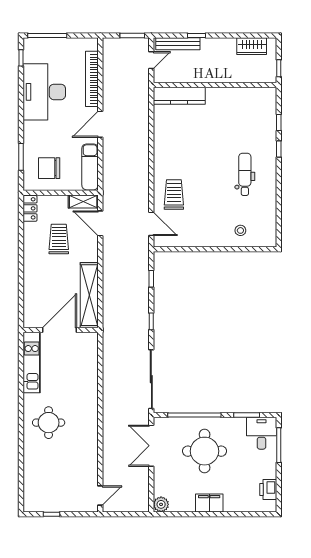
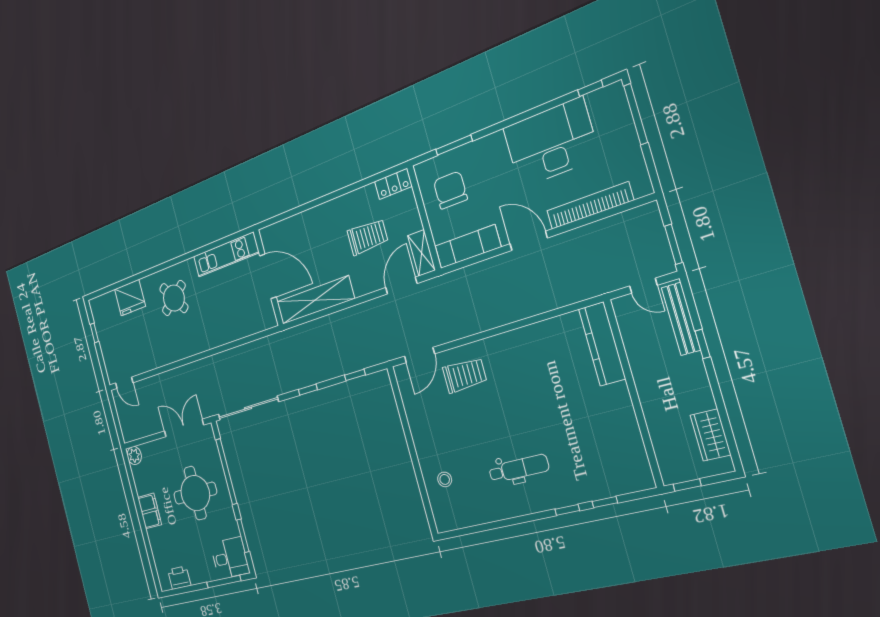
round table: (49, 423) -> (174, 298), turned -36
fridge: (35, 467) -> (130, 298), added

